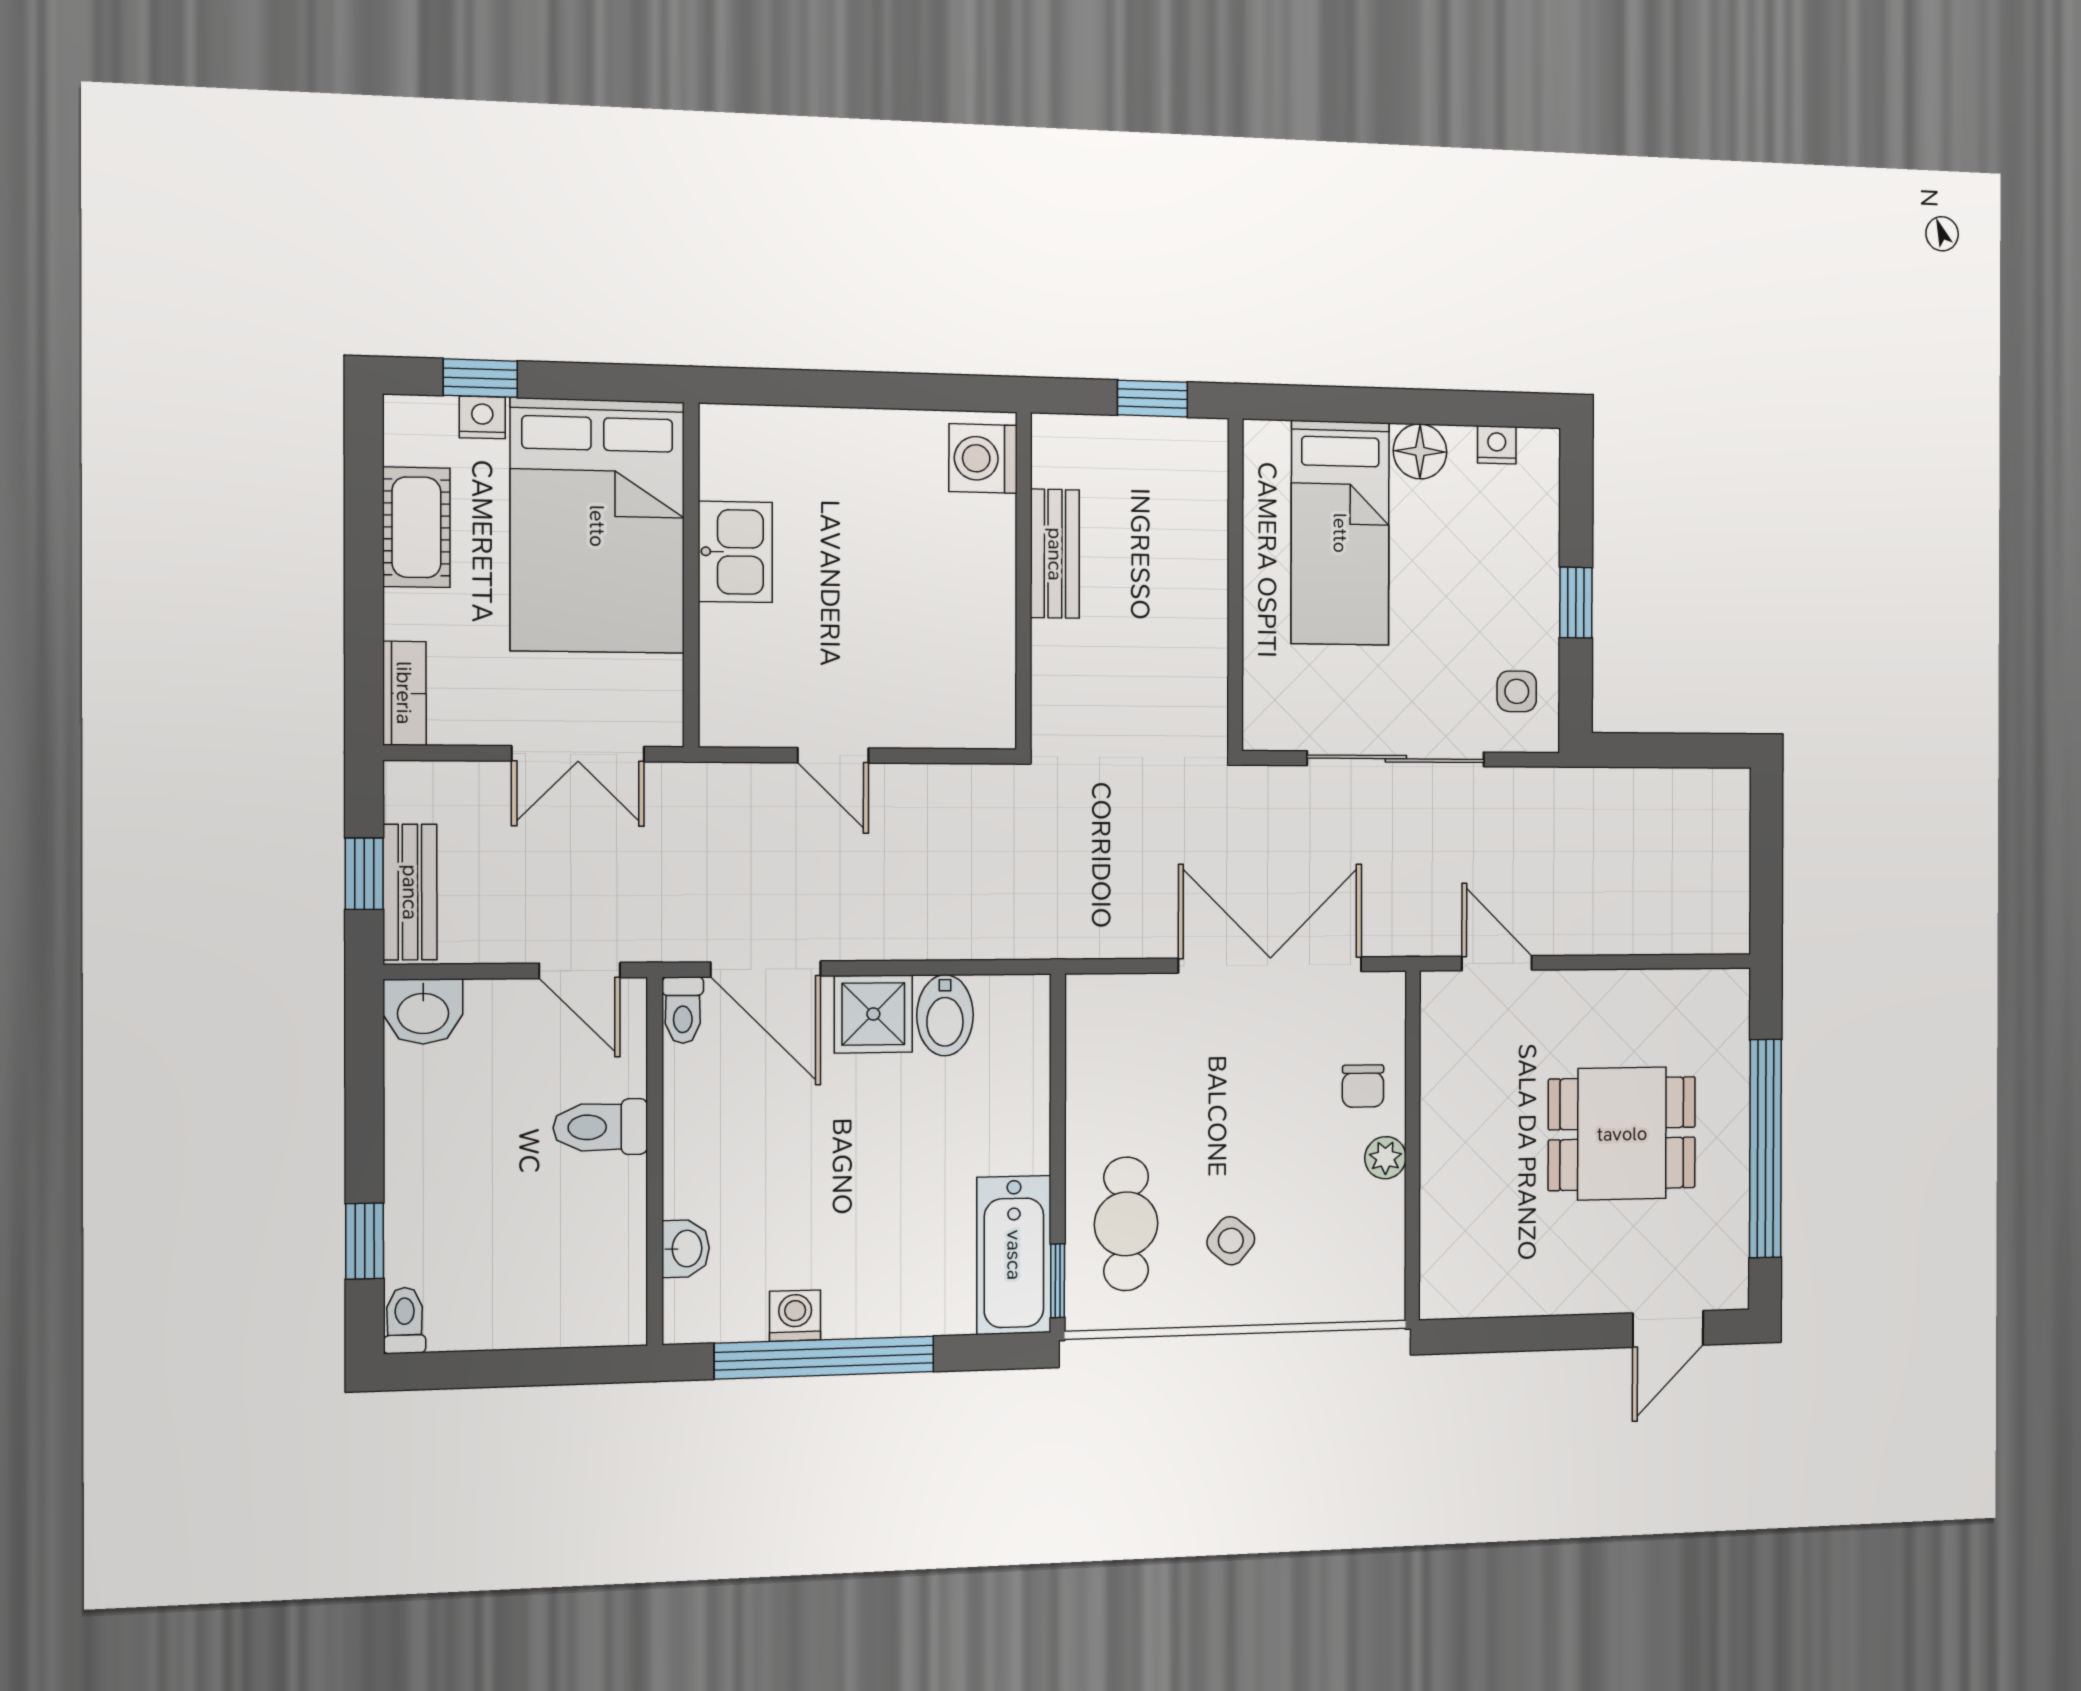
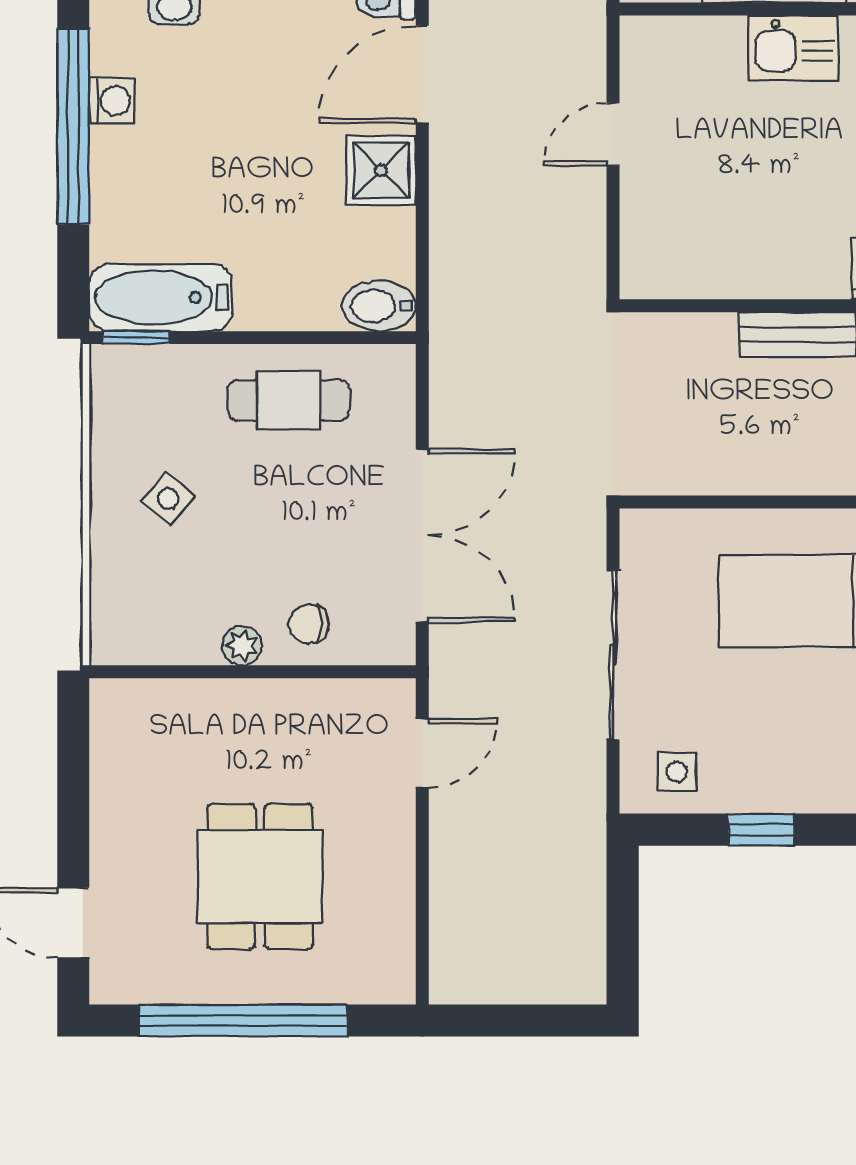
bidet: (945, 1015) -> (379, 306), moved
cafe table: (1126, 1224) -> (289, 400), moved

